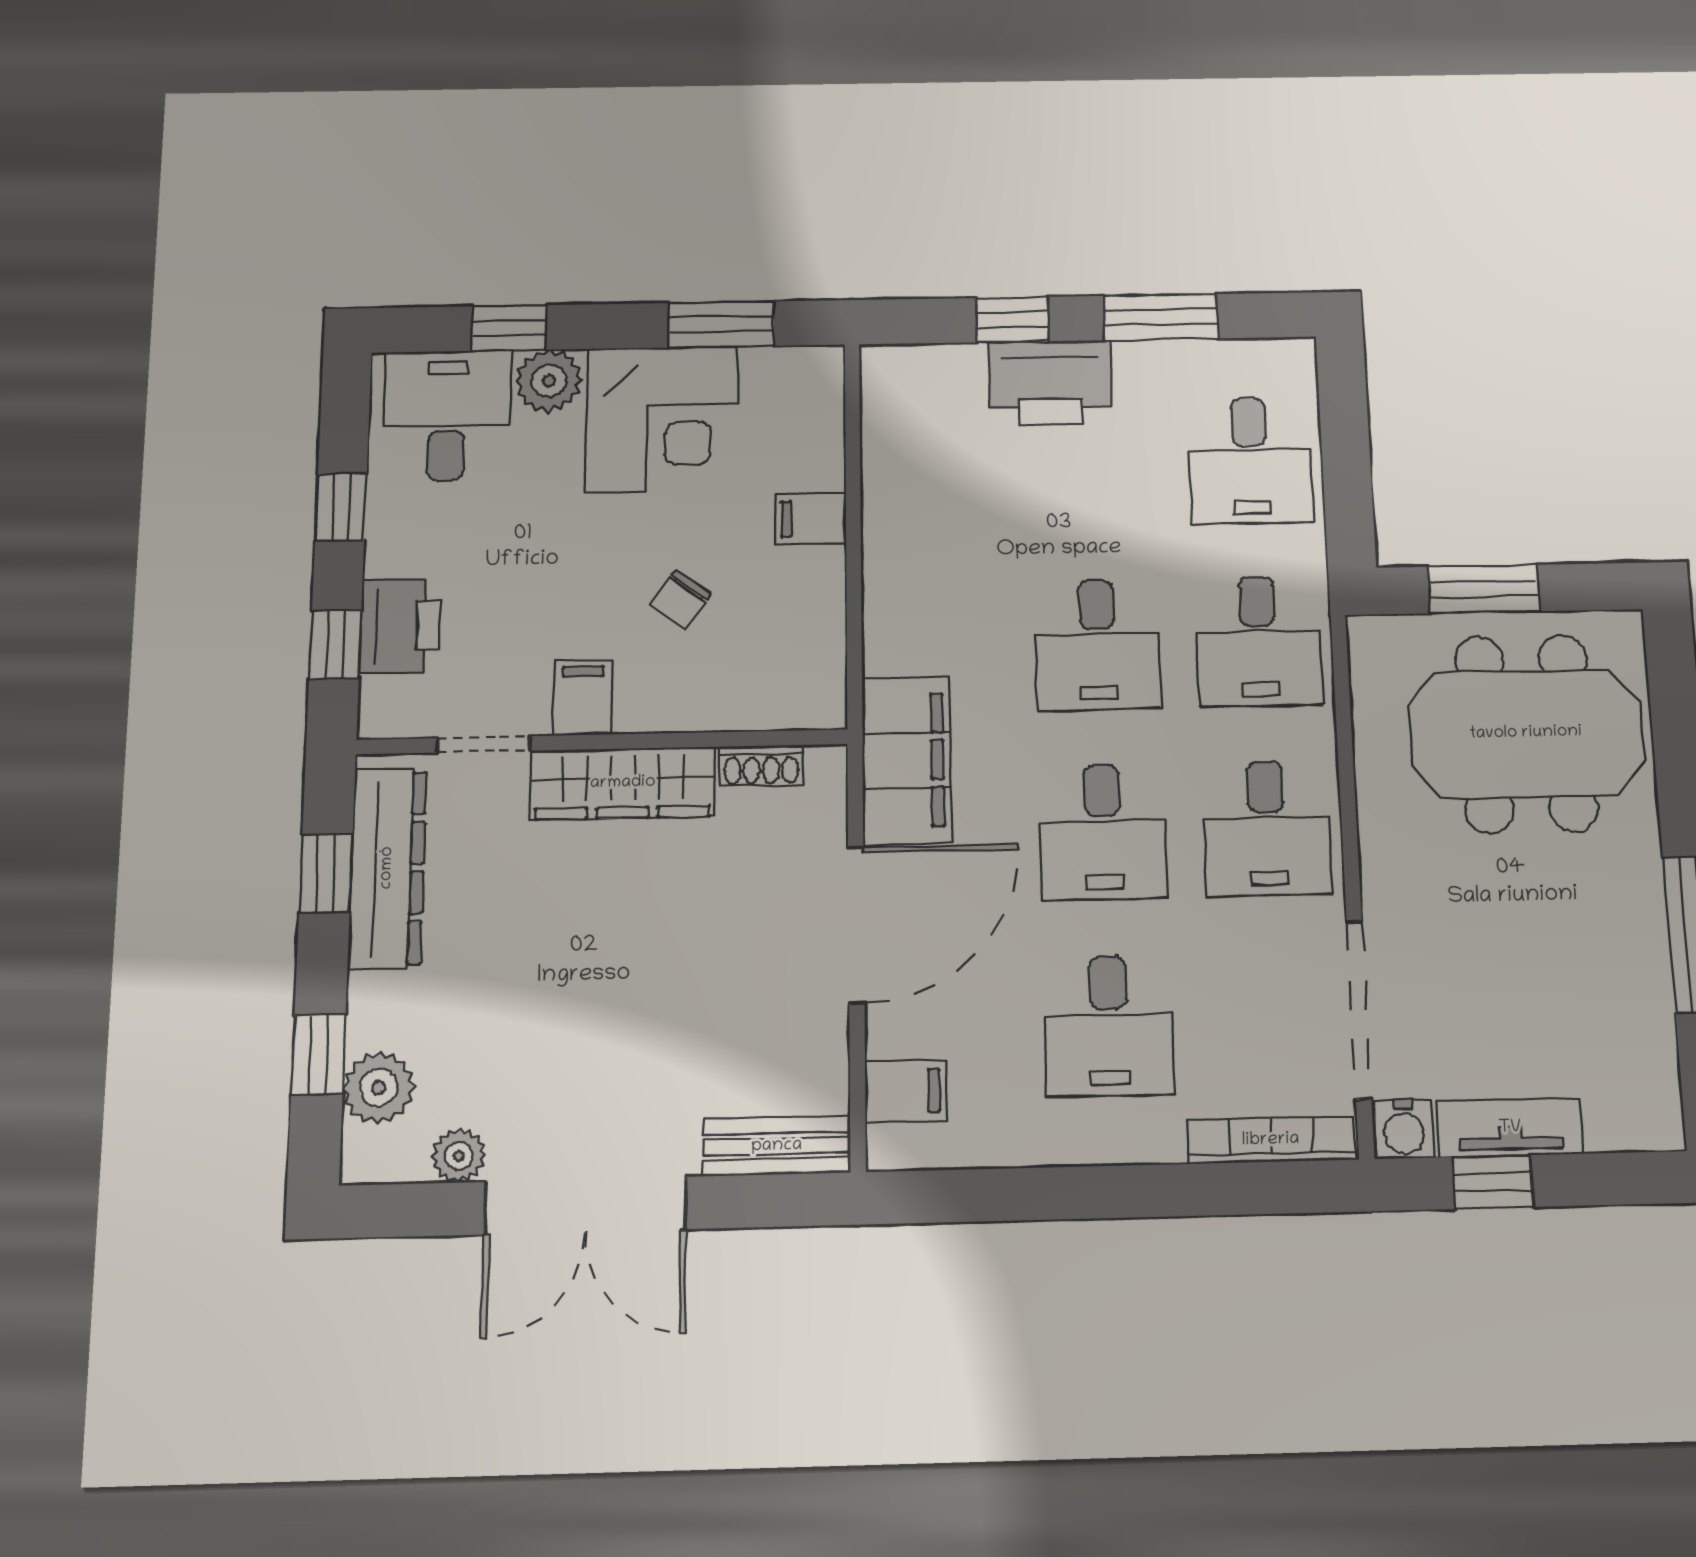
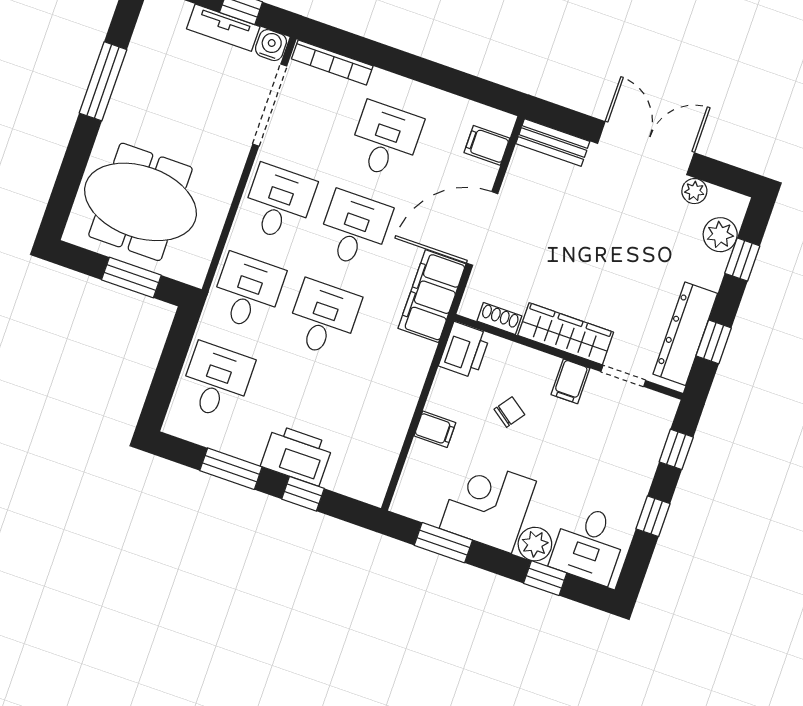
printer: (400, 626) -> (465, 350), moved, turned 180

